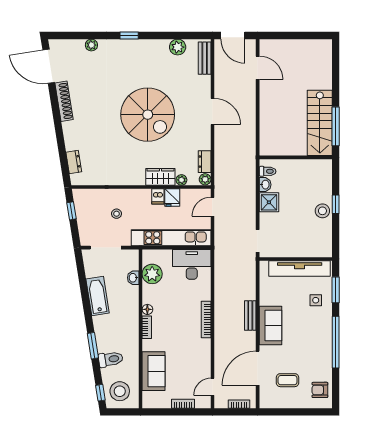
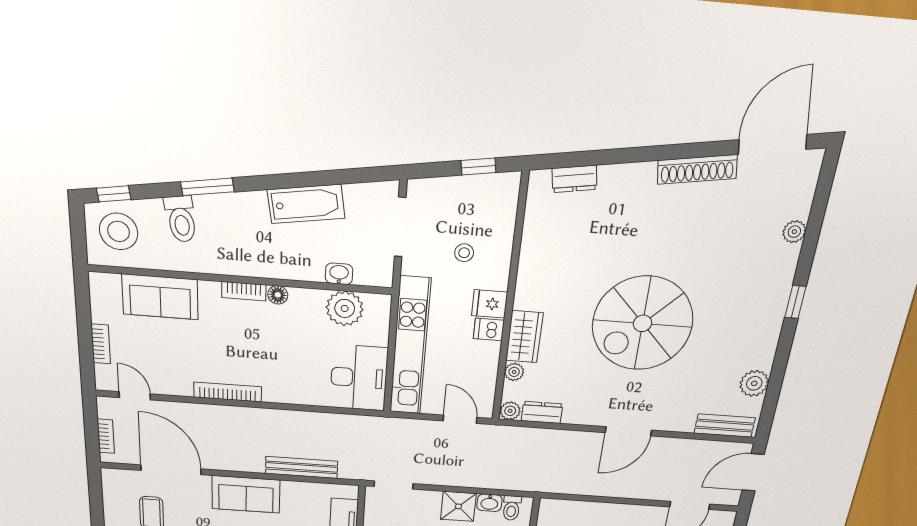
fridge: (172, 197) -> (490, 304), moved
bench: (250, 315) -> (302, 467), moved, width x1.36
bookcase: (206, 320) -> (228, 392), moved

